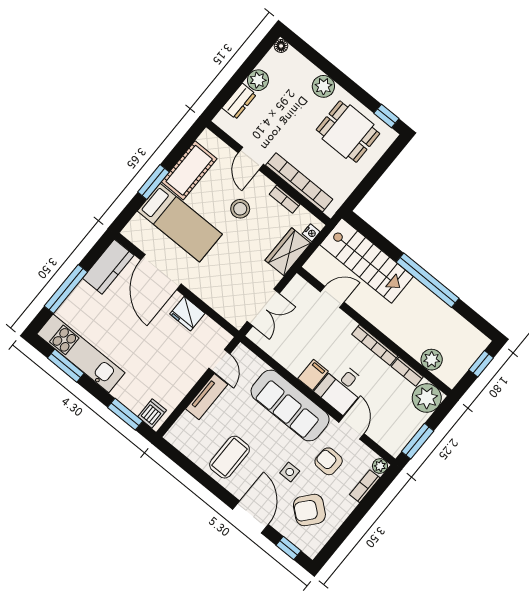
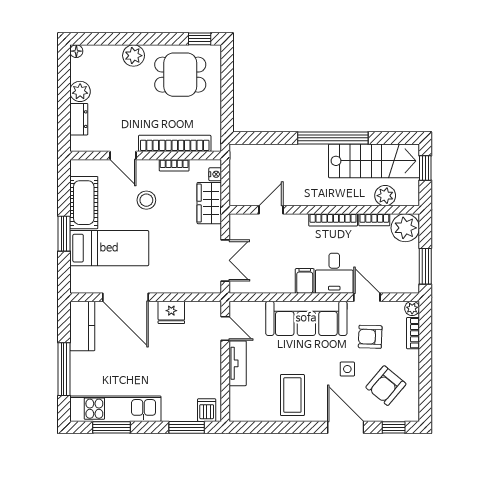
stairs: (367, 261) -> (374, 161), moved

